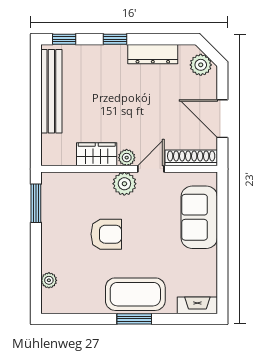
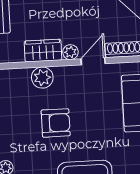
plant: (124, 184) -> (42, 78), moved

